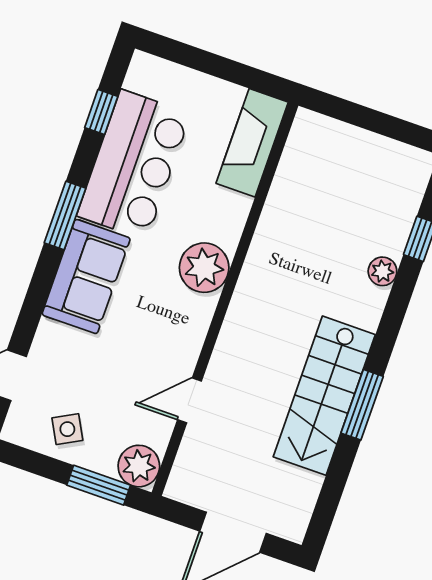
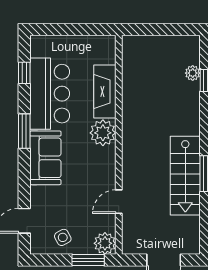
fireplace: (252, 143) -> (105, 92), moved
plant: (382, 271) -> (193, 73), moved

